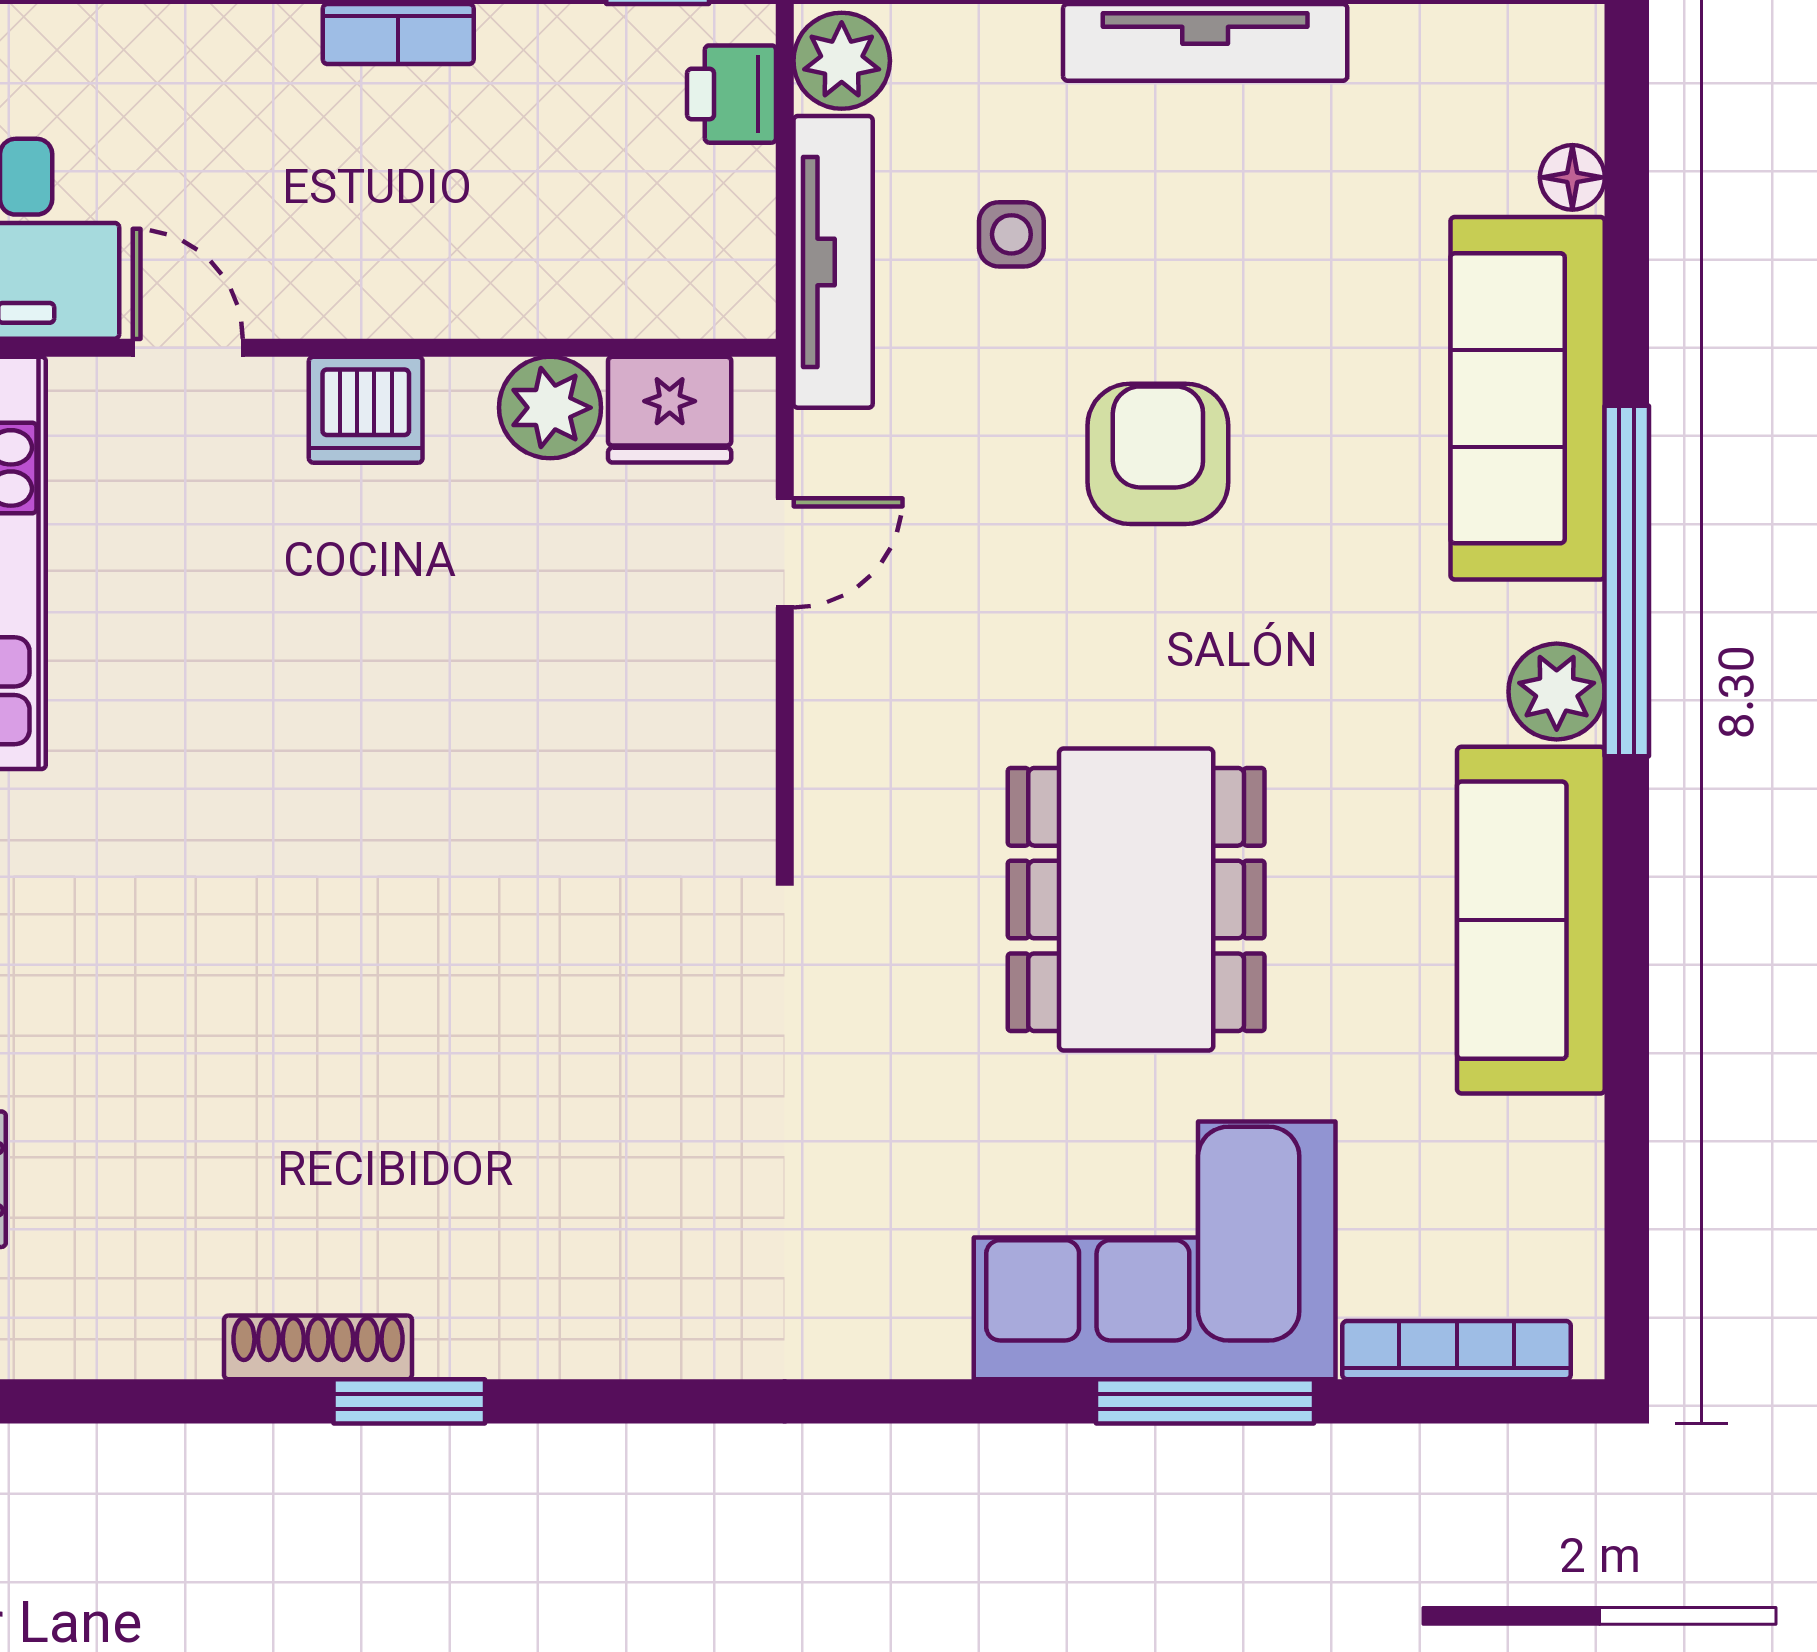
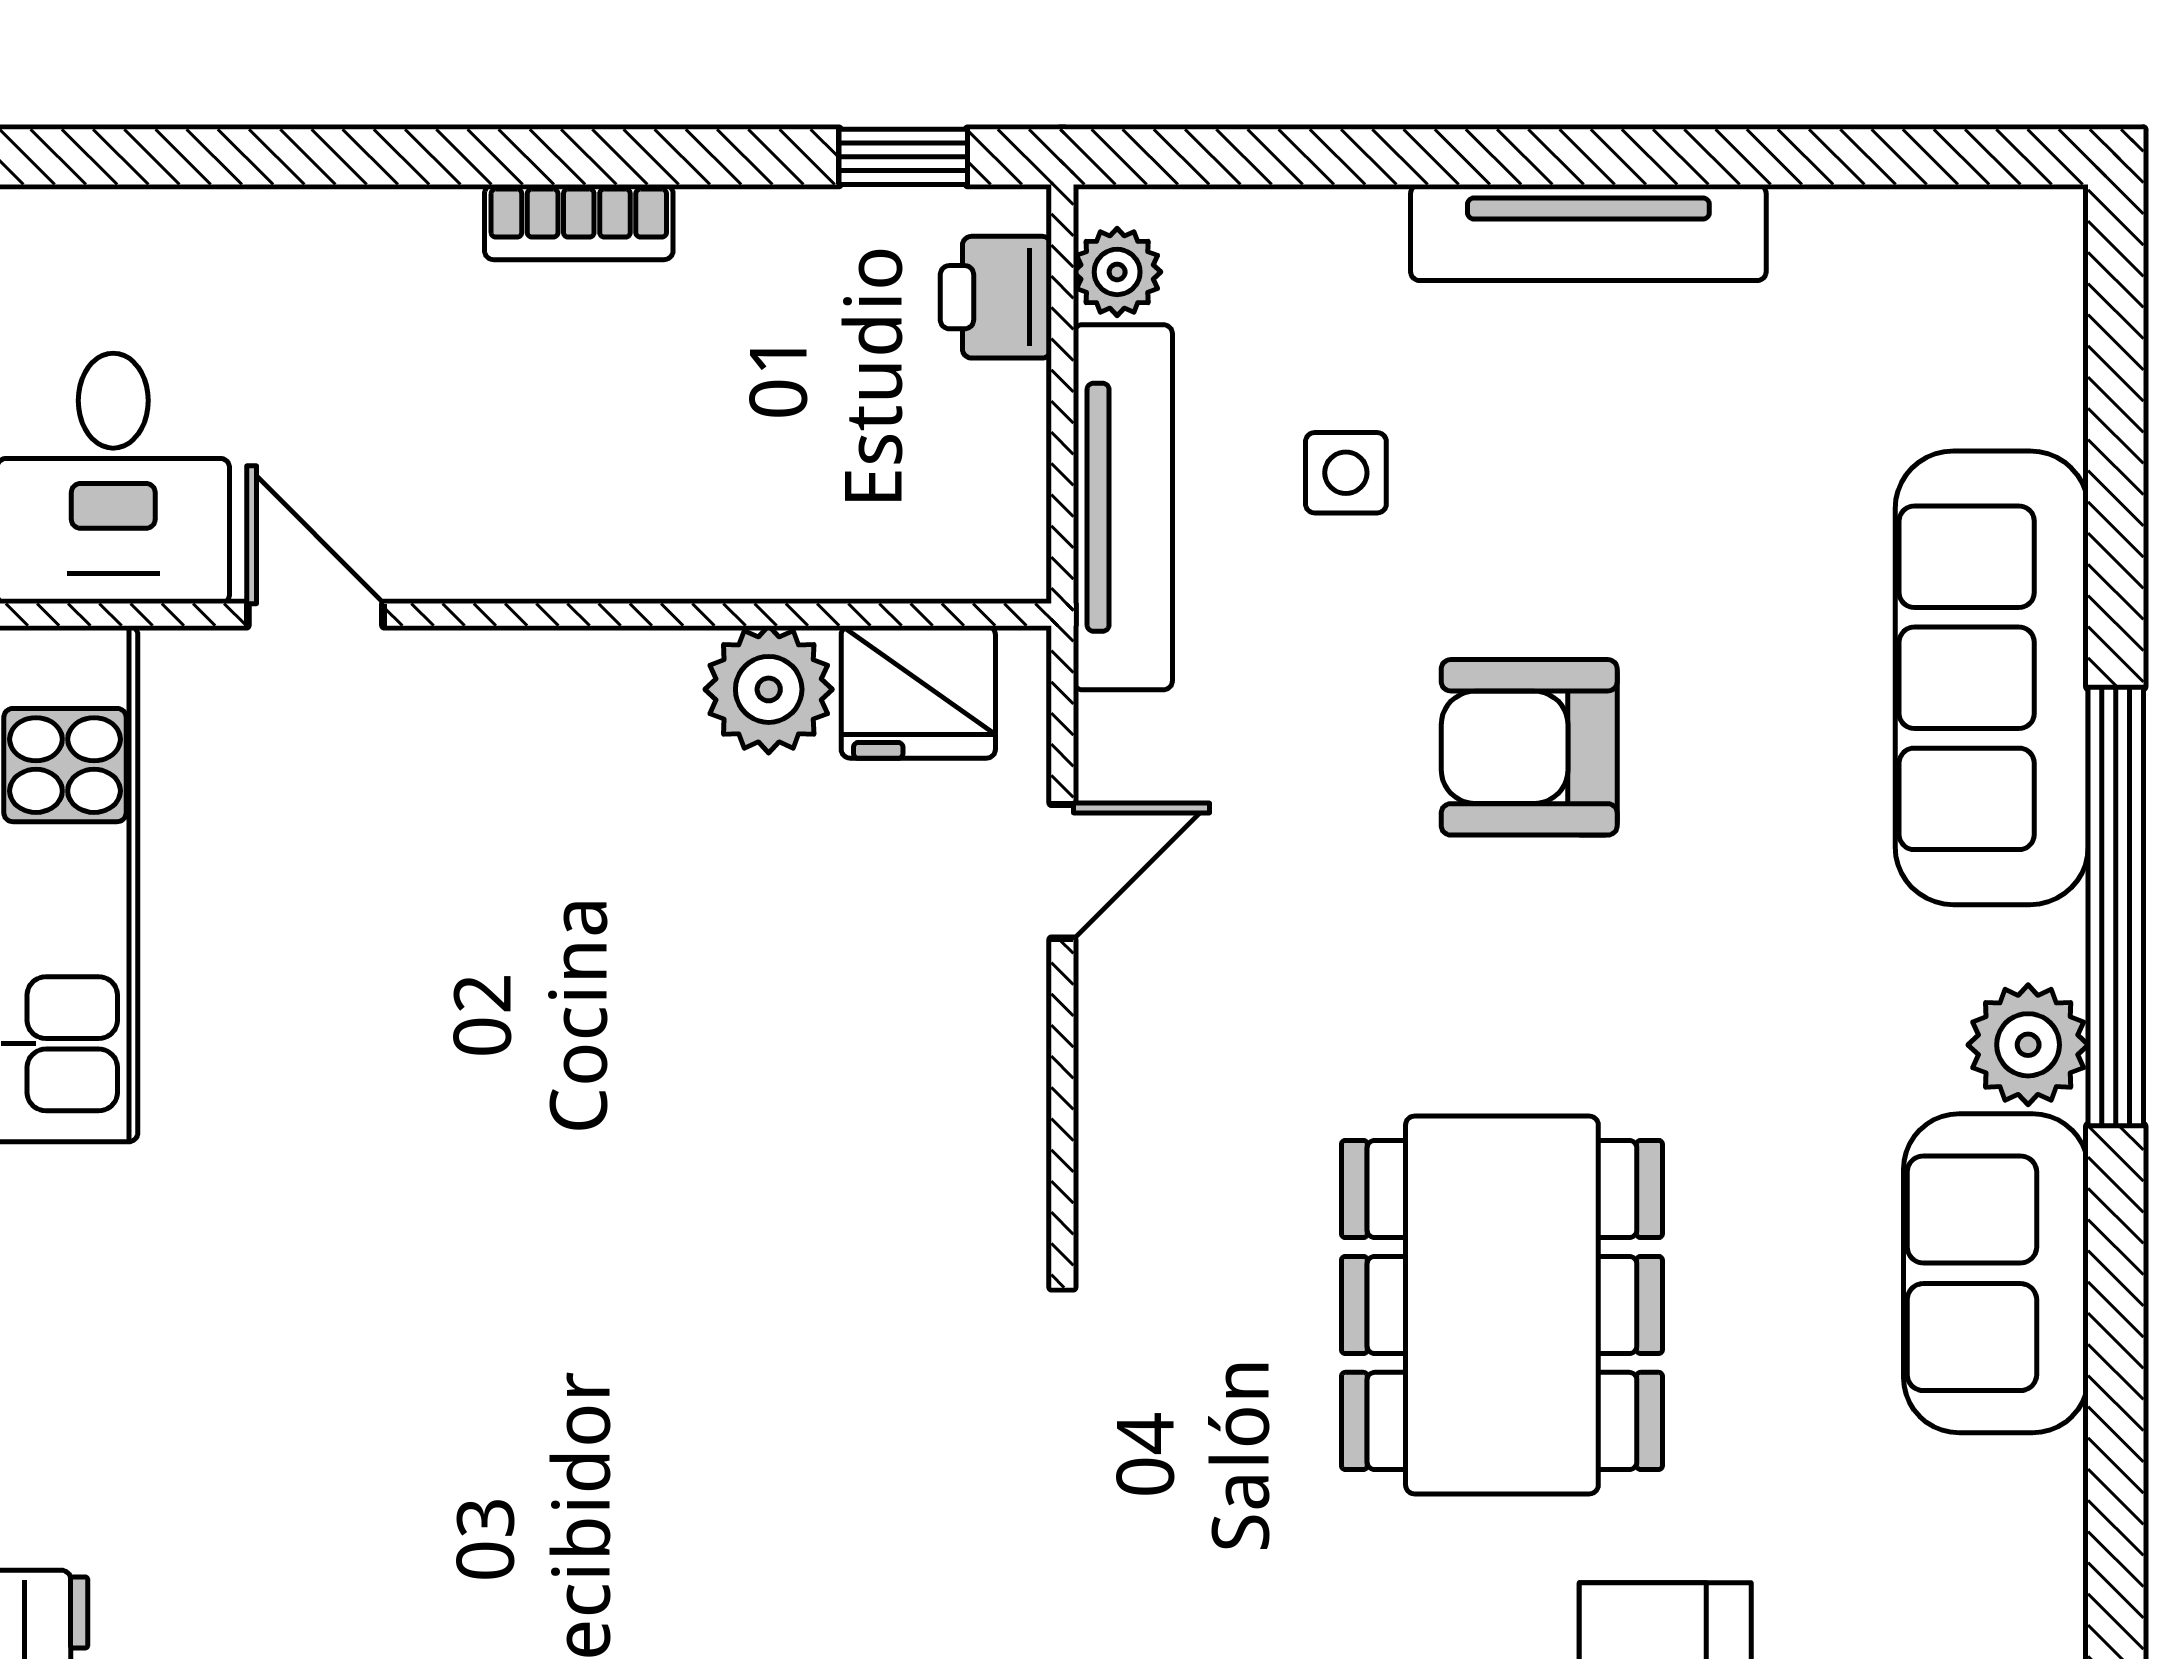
plant: (842, 61) -> (1117, 272), width x0.73, depth x0.73
floor lamp: (1572, 177) -> (2048, 402), removed
dishwasher: (366, 410) -> (538, 692), removed
armchair: (1158, 454) -> (1529, 747), turned -90
sofa: (1531, 920) -> (1996, 1273), width x0.73

